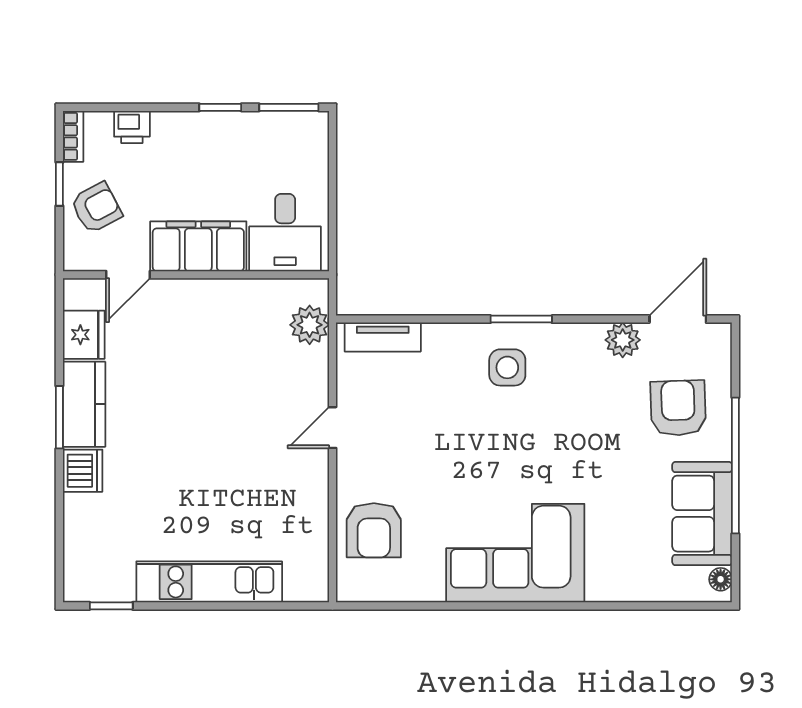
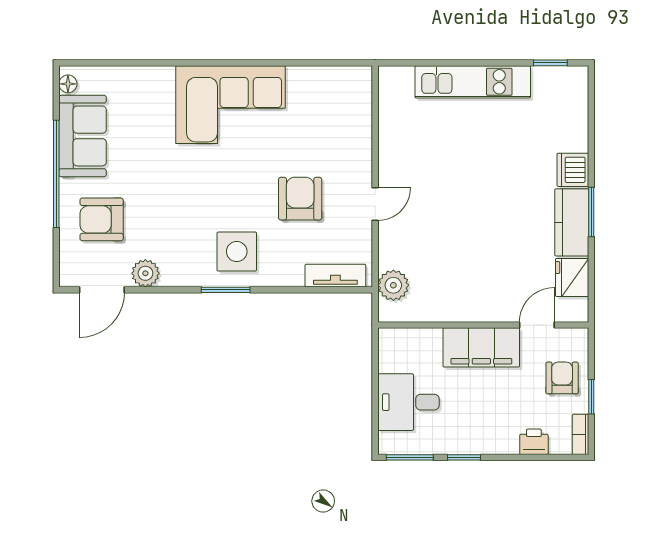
armchair: (96, 208) -> (562, 378), turned 118
desk: (285, 233) -> (408, 402), moved, turned -90
side table: (507, 367) -> (237, 252), width x1.37, depth x1.37
armchair: (678, 408) -> (102, 219), turned 92
armchair: (374, 530) -> (300, 199), moved

